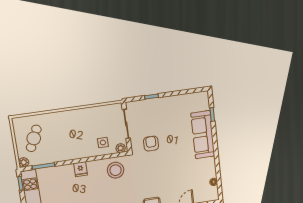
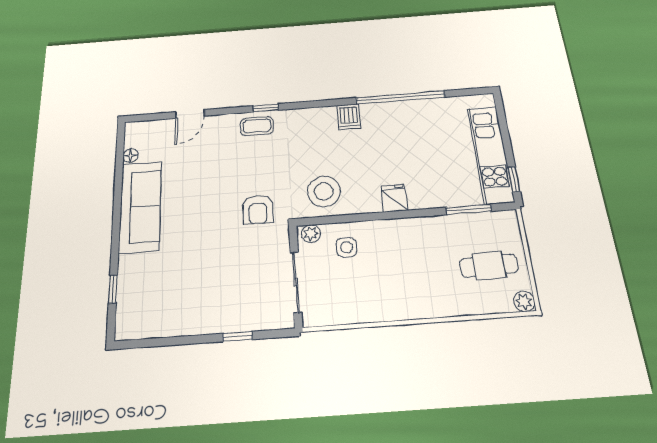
sofa: (203, 135) -> (140, 207), moved
cafe table: (34, 138) -> (489, 266), turned 63
armchair: (151, 144) -> (258, 210), moved
plant: (24, 162) -> (524, 301), moved

